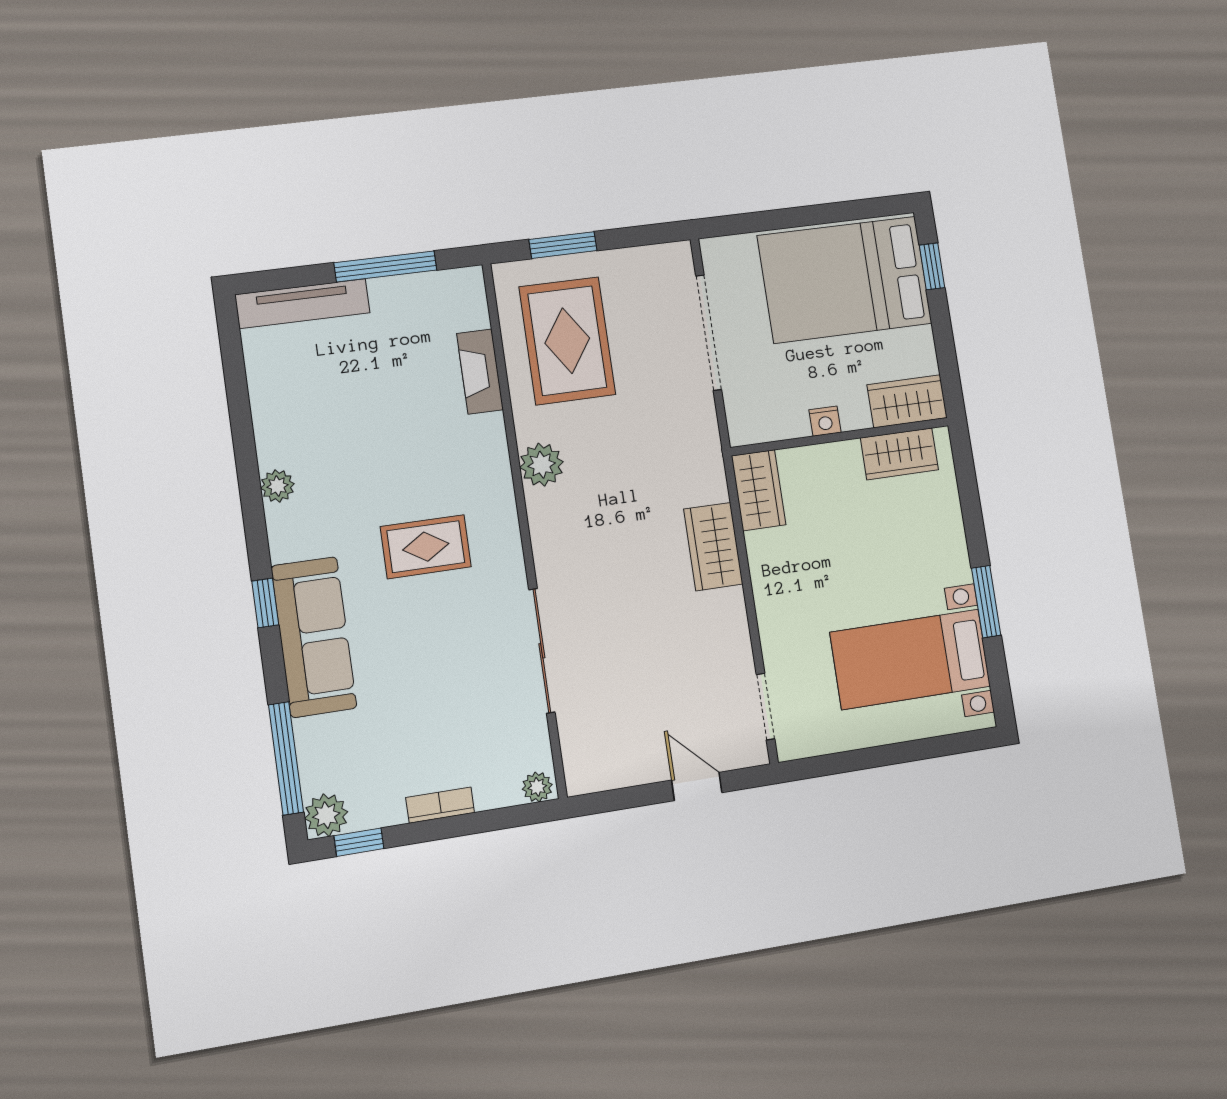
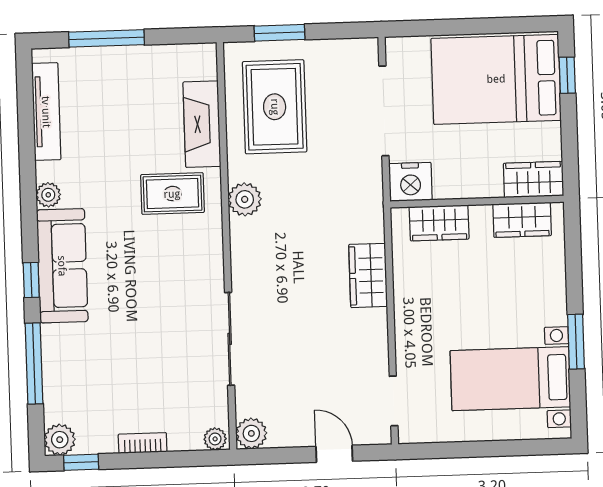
window: (385, 266) -> (106, 38), moved
tv unit: (303, 304) -> (46, 112), moved, turned -90
fireplace: (480, 372) -> (202, 124), width x1.37, depth x1.32
nightstand: (825, 421) -> (410, 182), moved, width x1.89, depth x1.79
wardrobe: (759, 490) -> (439, 223), moved, turned 90
rug: (426, 547) -> (172, 194), moved
sofa: (314, 637) -> (62, 266), moved
window: (286, 758) -> (34, 363), moved
plant: (585, 773) -> (251, 433), added

